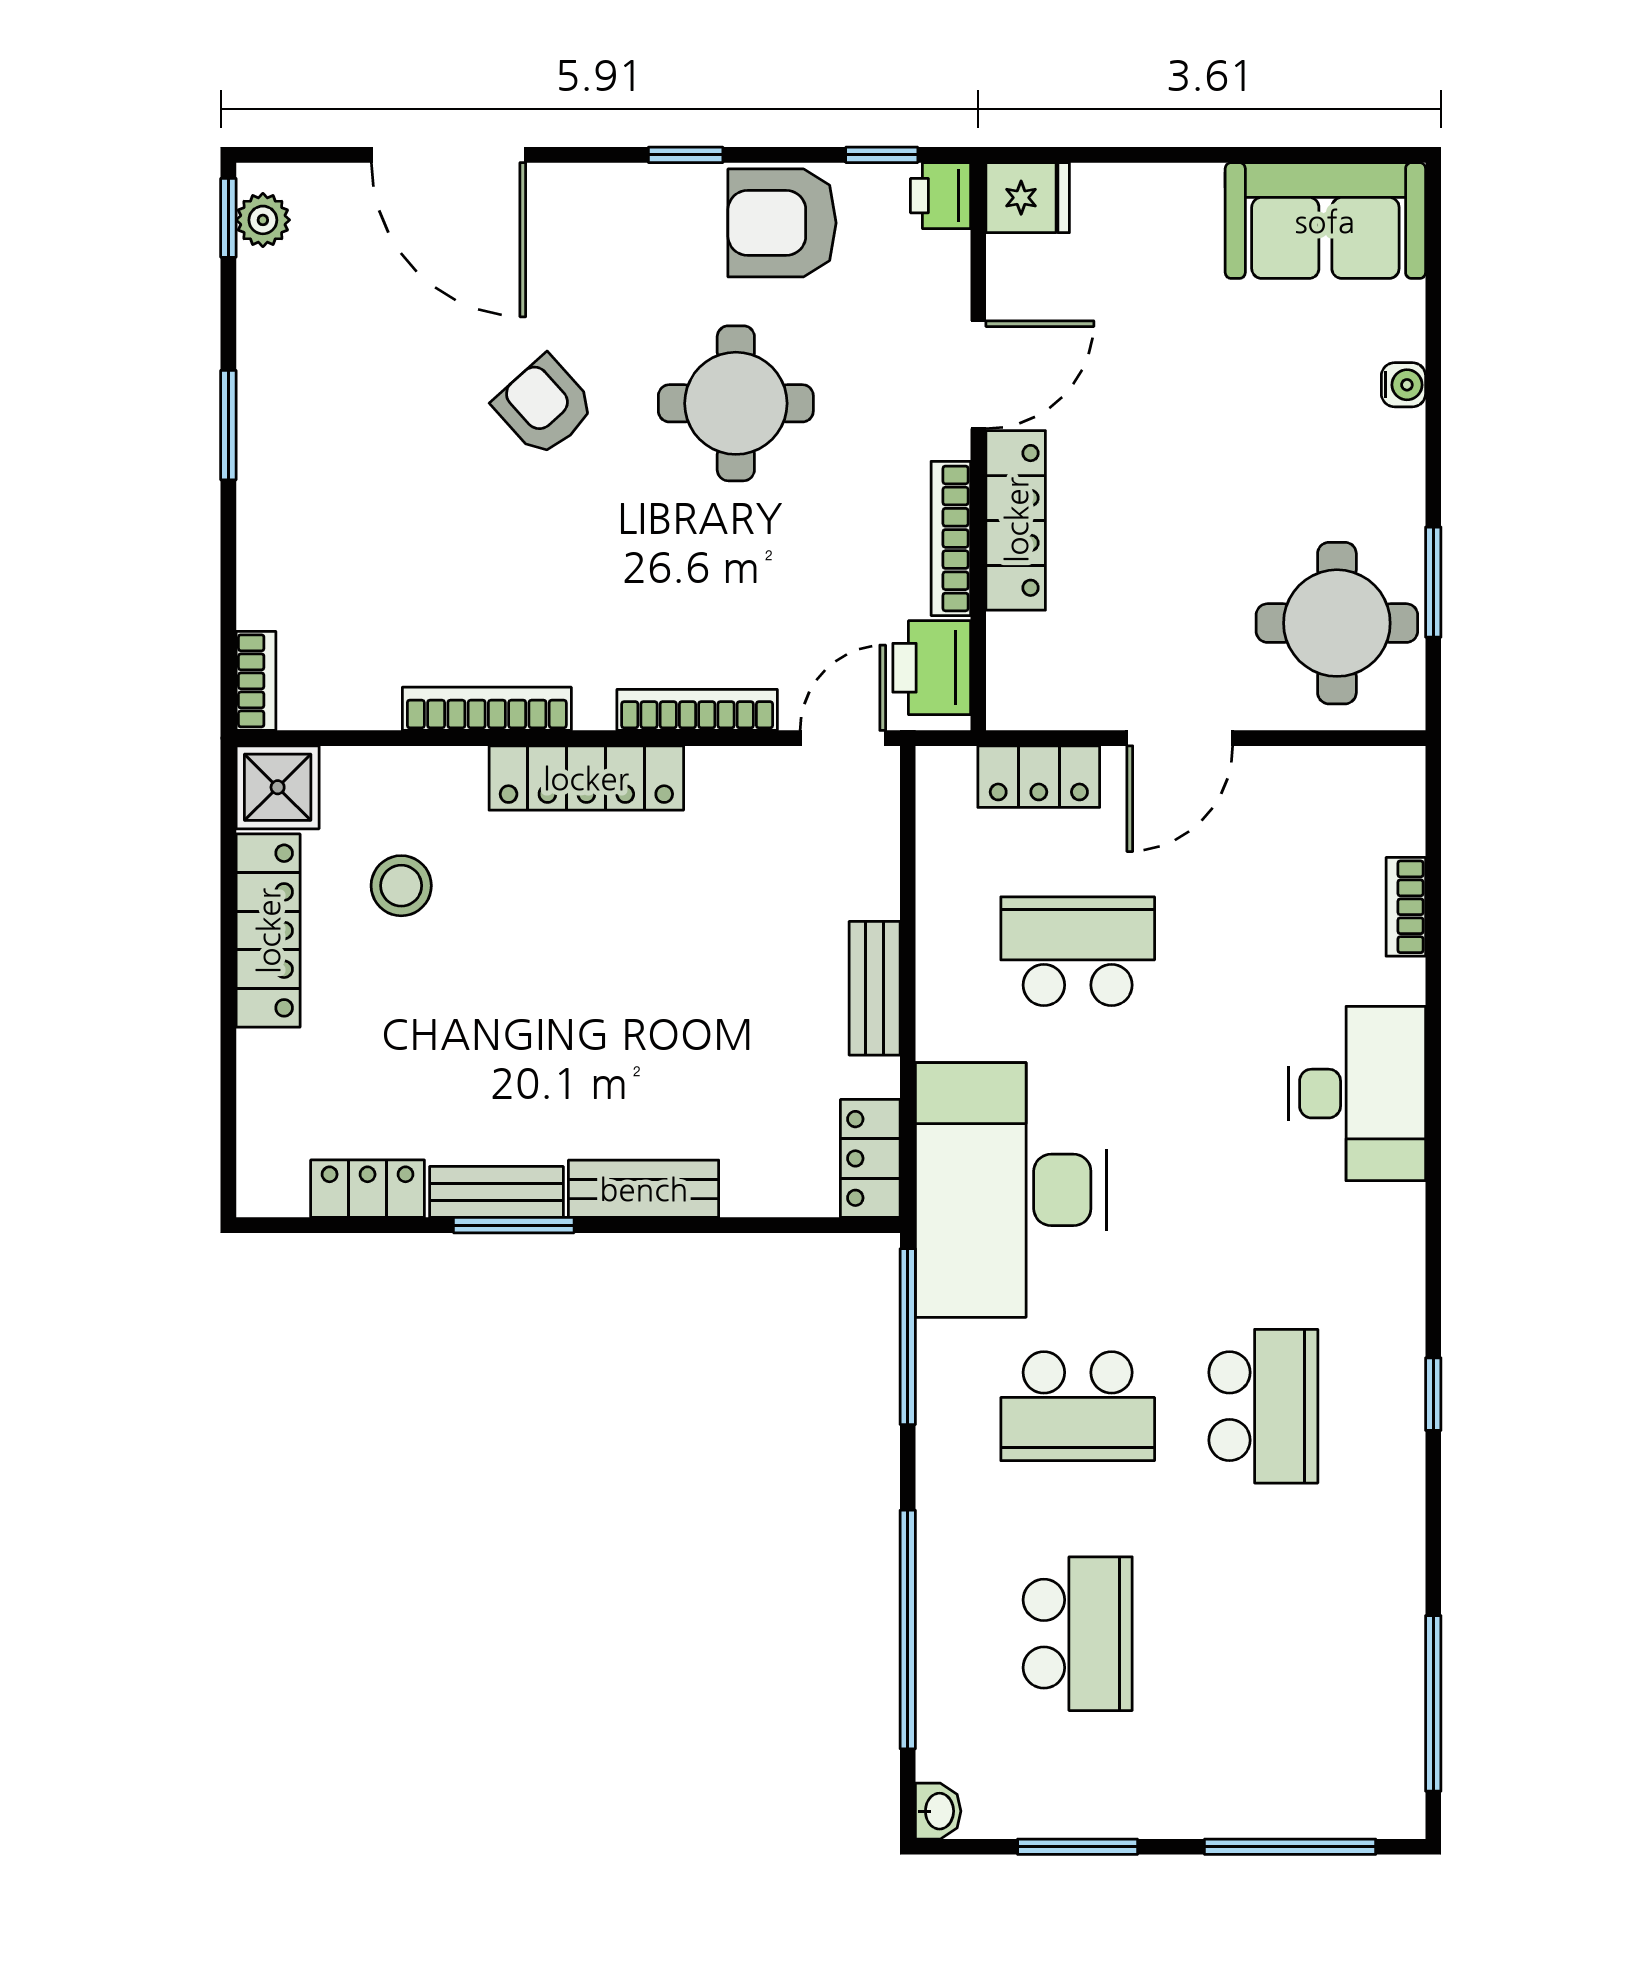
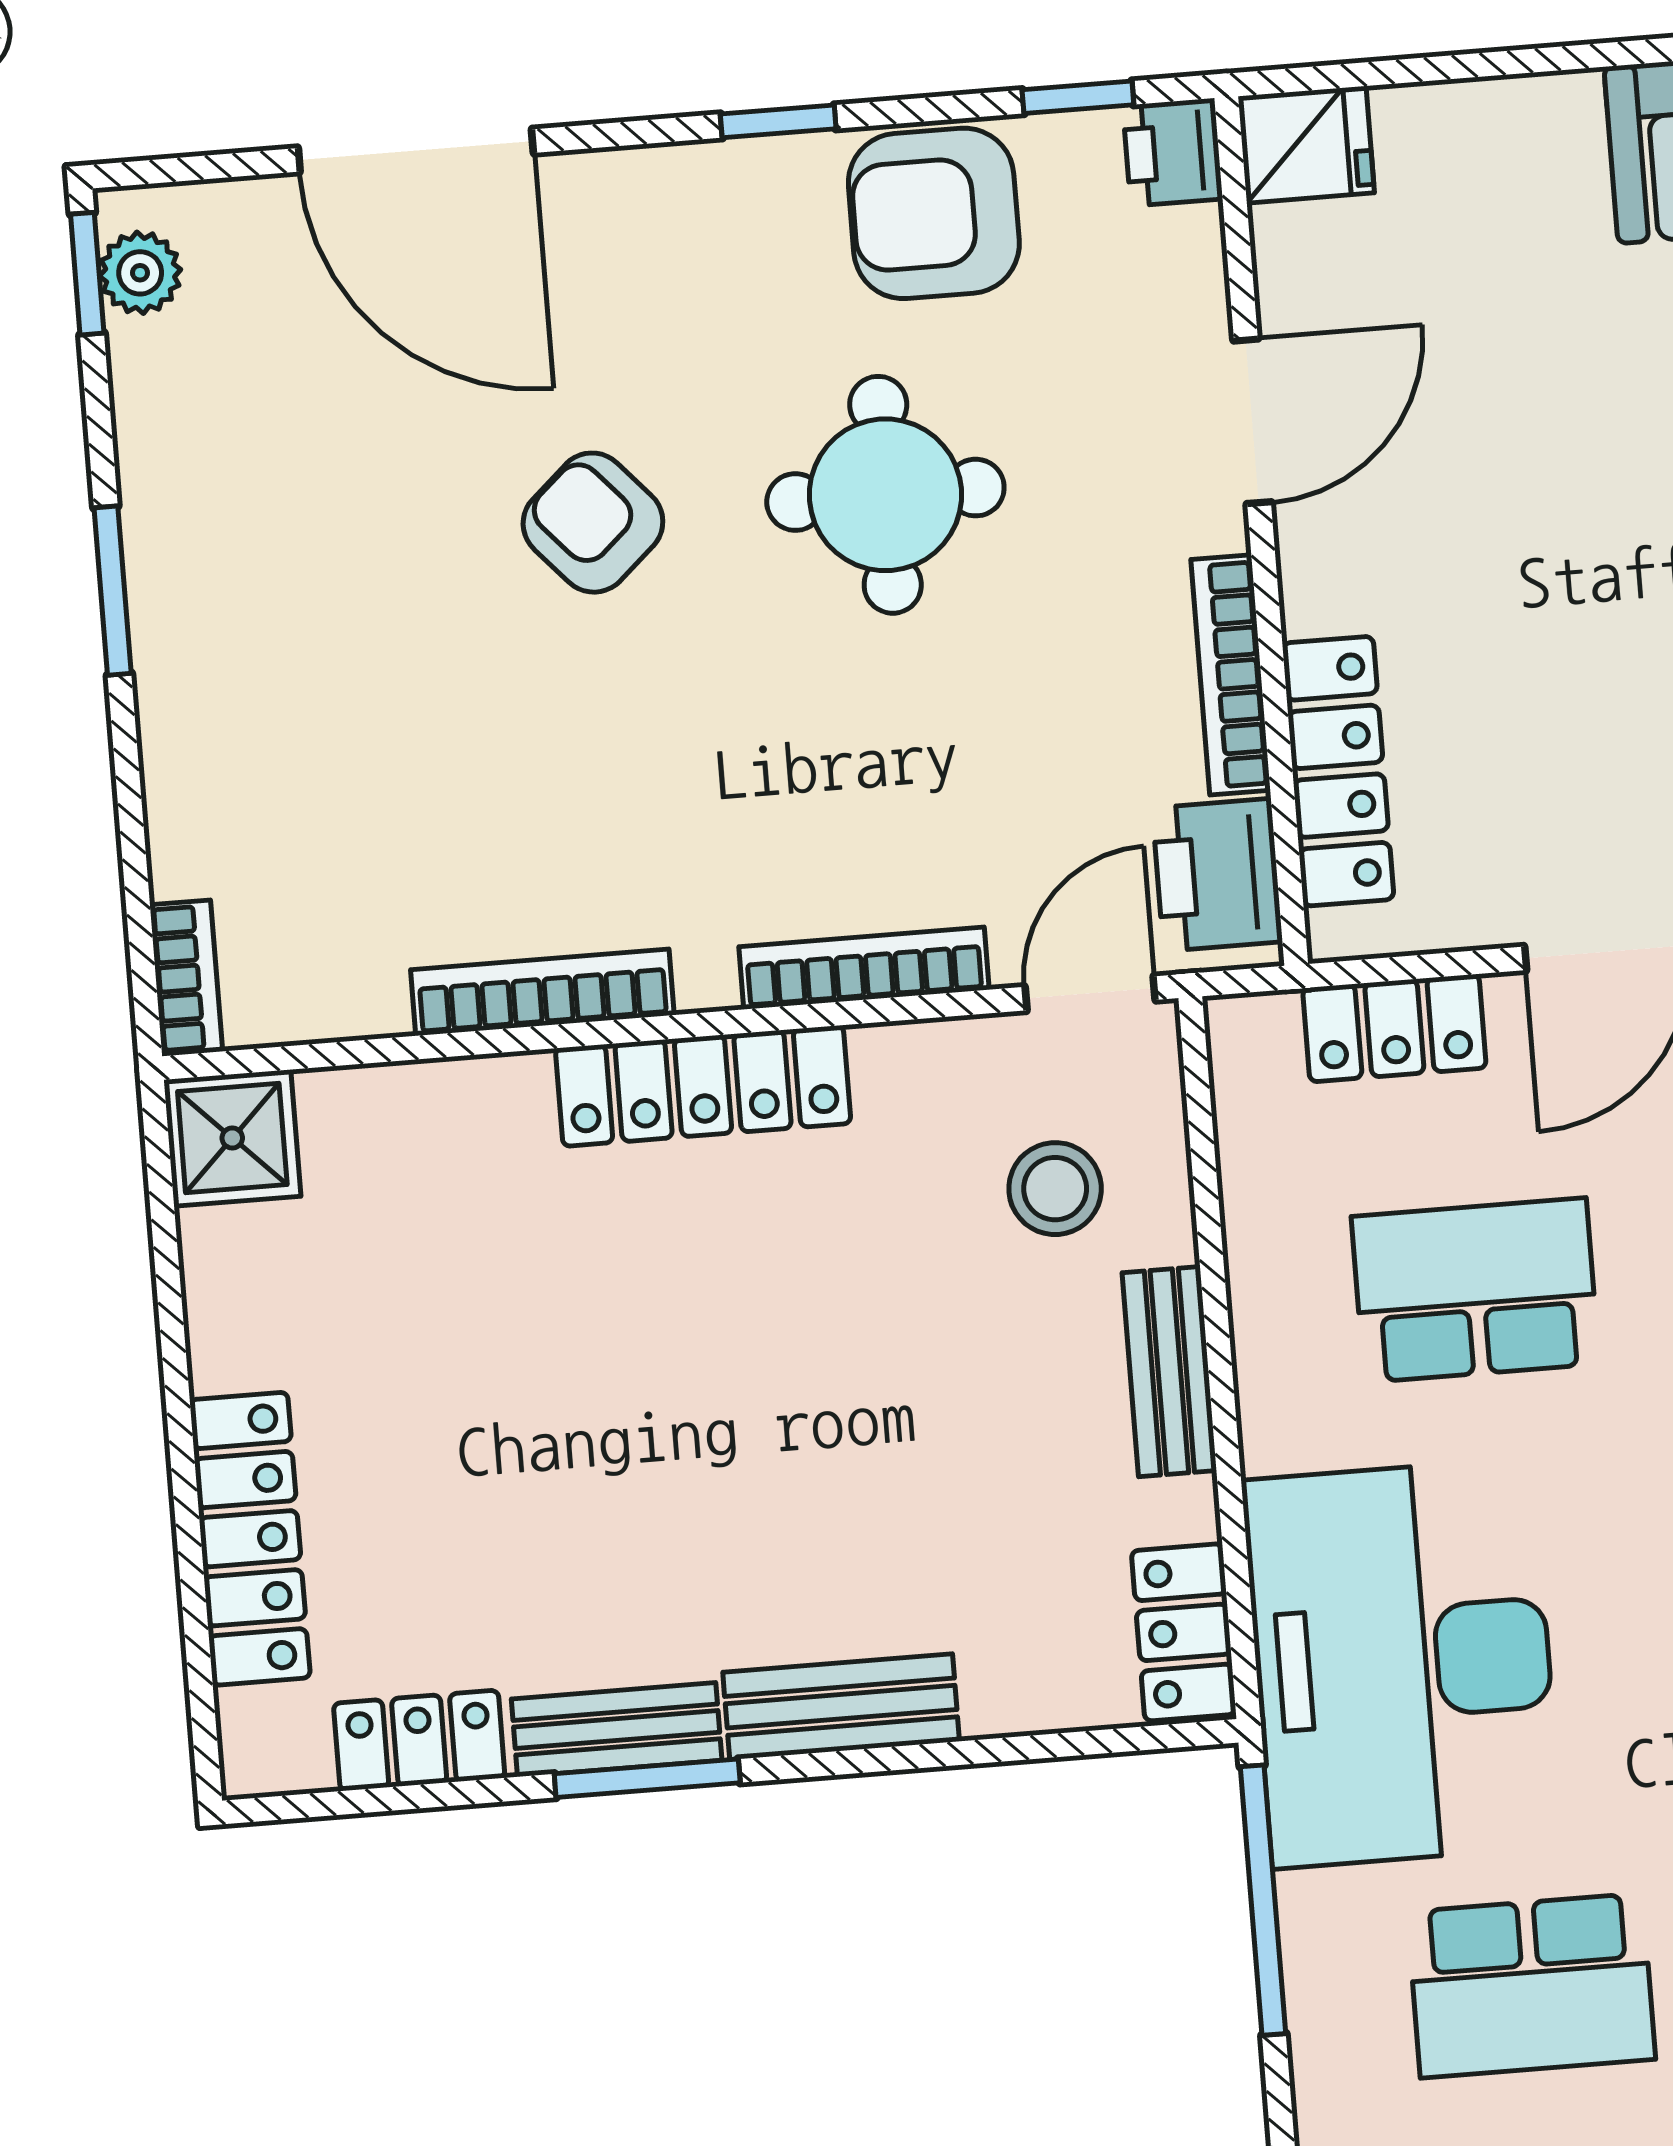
locker: (1016, 520) -> (1338, 771), moved
stool: (401, 886) -> (1055, 1189), moved
locker: (268, 931) -> (250, 1539), moved

